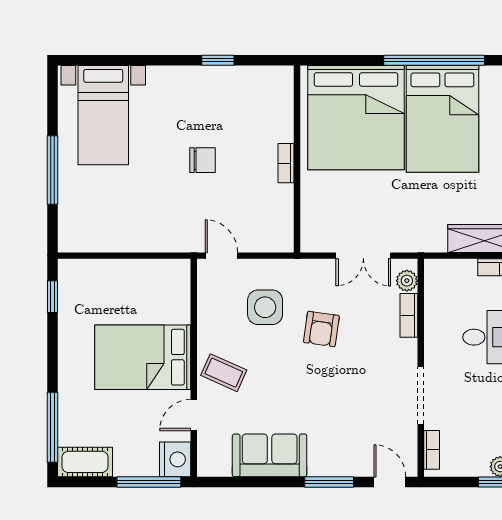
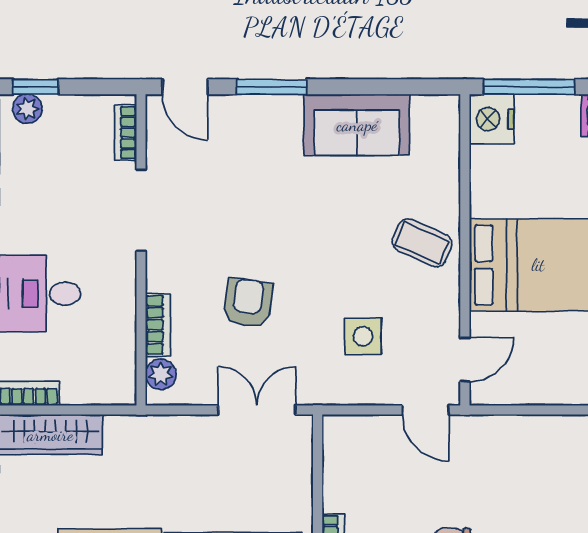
double door: (363, 256) -> (257, 410), moved
side table: (265, 307) -> (363, 336), width x0.73, depth x0.73
armchair: (321, 329) -> (248, 303), moved
door: (194, 415) -> (465, 360), moved

